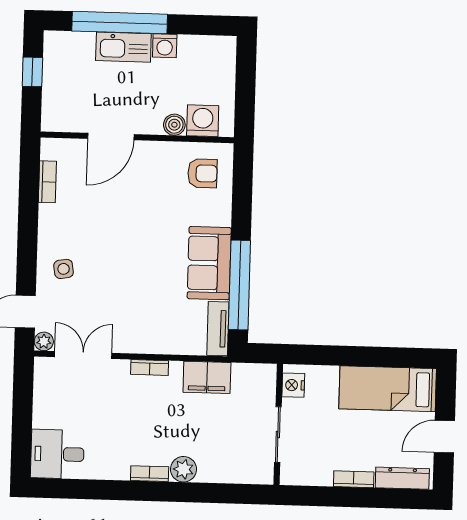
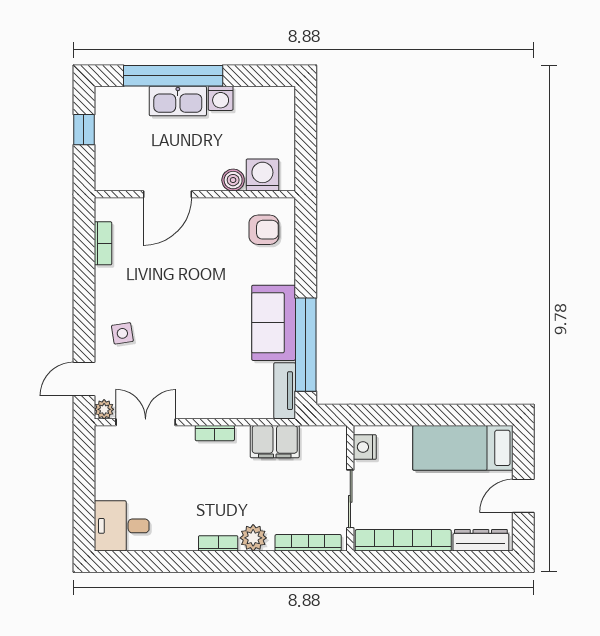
bookcase: (236, 476) -> (308, 543), added
bookcase: (354, 479) -> (403, 540), width x2.31, depth x1.31

